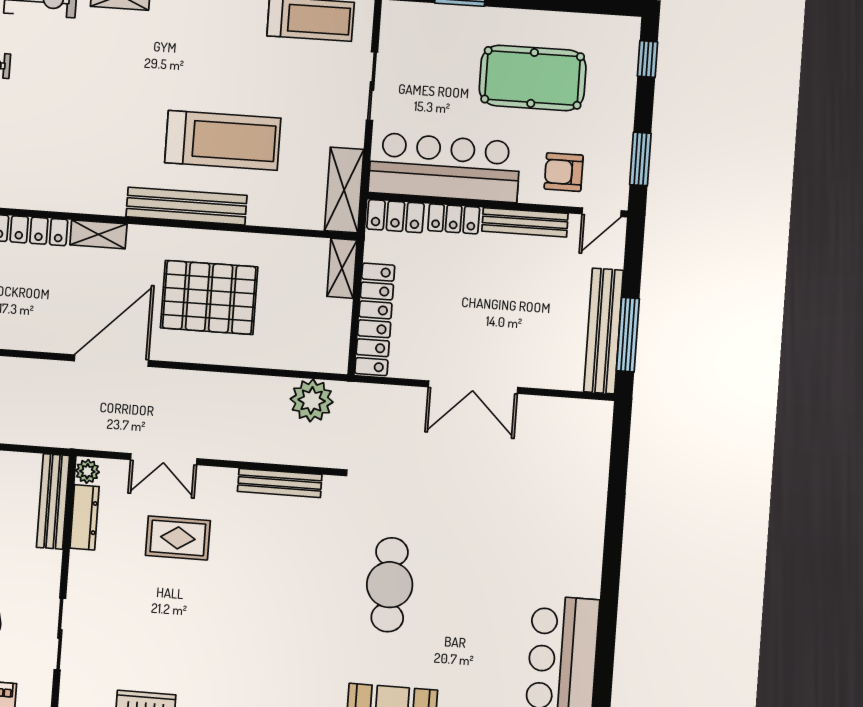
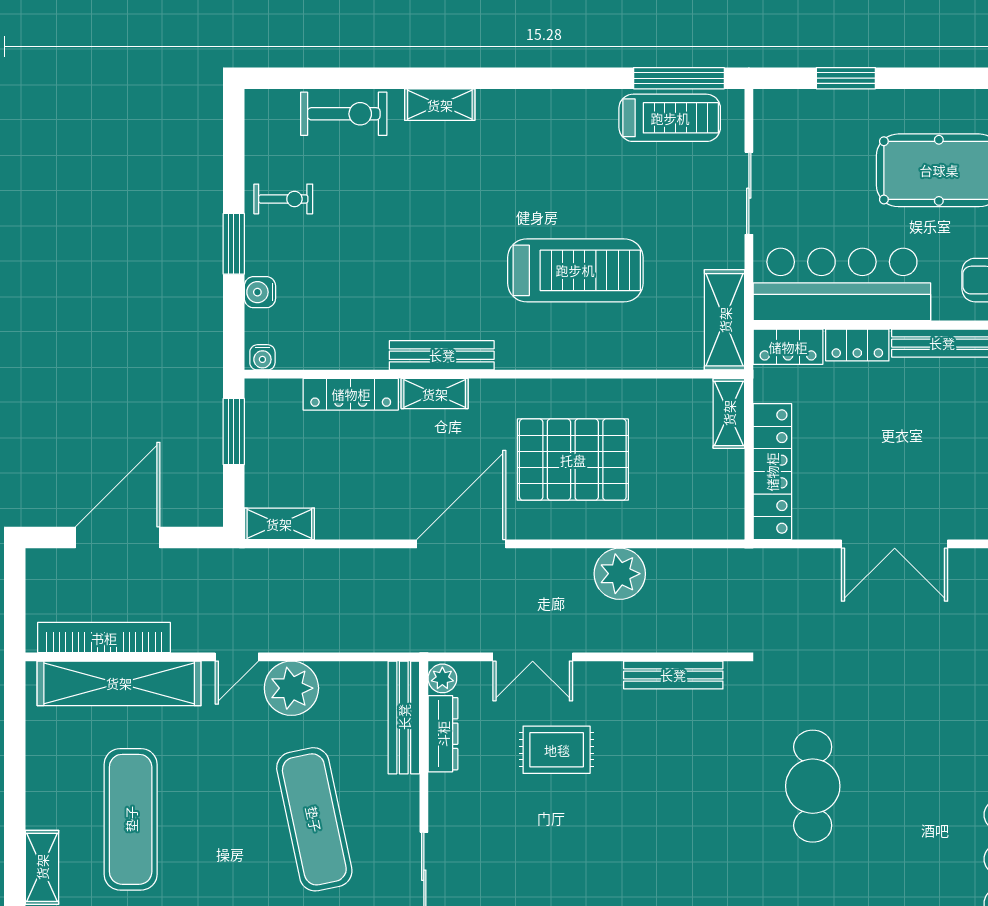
bench: (186, 206) -> (442, 355), moved, width x0.73, depth x0.82
plant: (312, 400) -> (620, 574), moved

